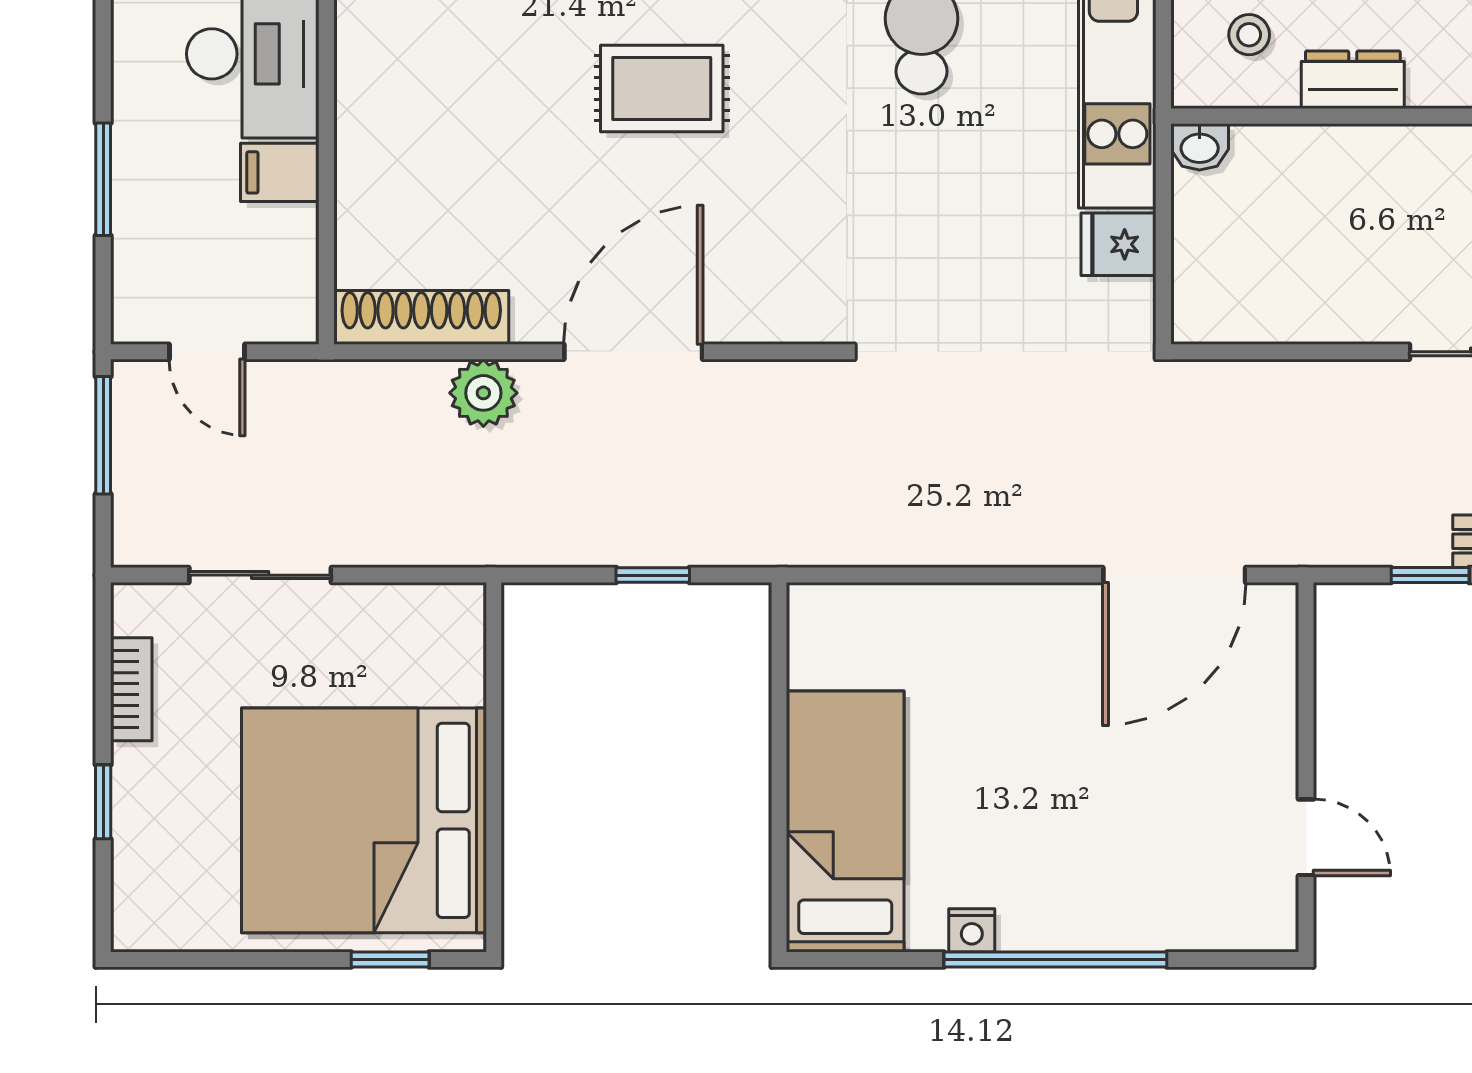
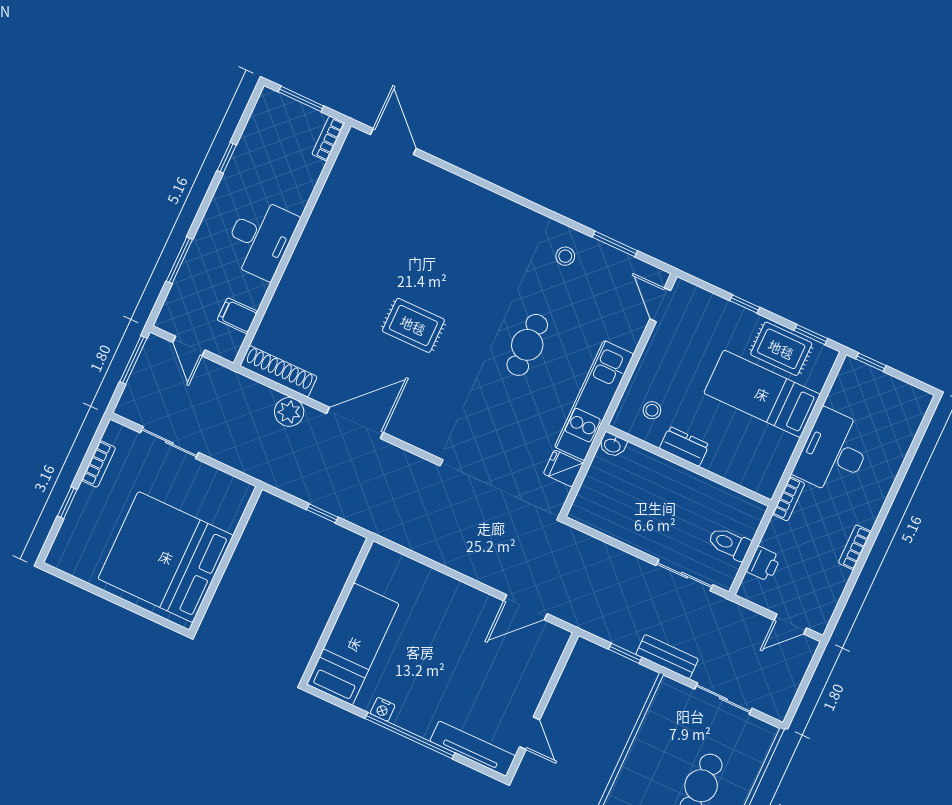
filing cabinet: (280, 172) -> (237, 316), moved
door: (1174, 575) -> (526, 607), width x0.73
tv unit: (1200, 925) -> (473, 749), added
window: (390, 959) -> (151, 616), removed

